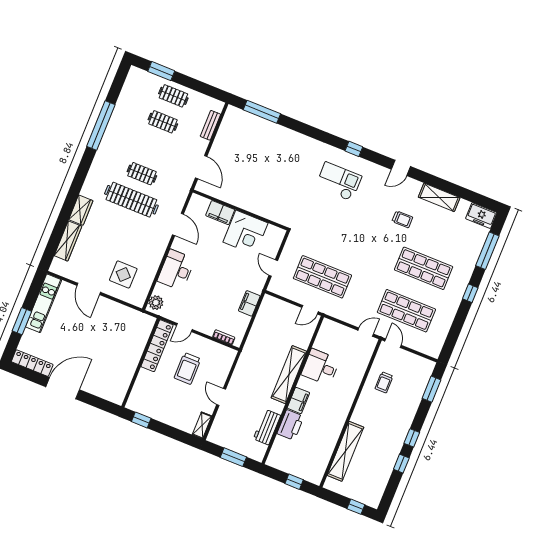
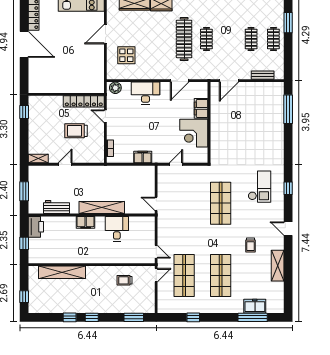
freezer: (481, 216) -> (255, 306), moved, turned 90
shop shelf: (322, 277) -> (221, 203), moved
window: (470, 293) -> (193, 317), moved
printer: (290, 425) -> (36, 227), moved, turned -90

